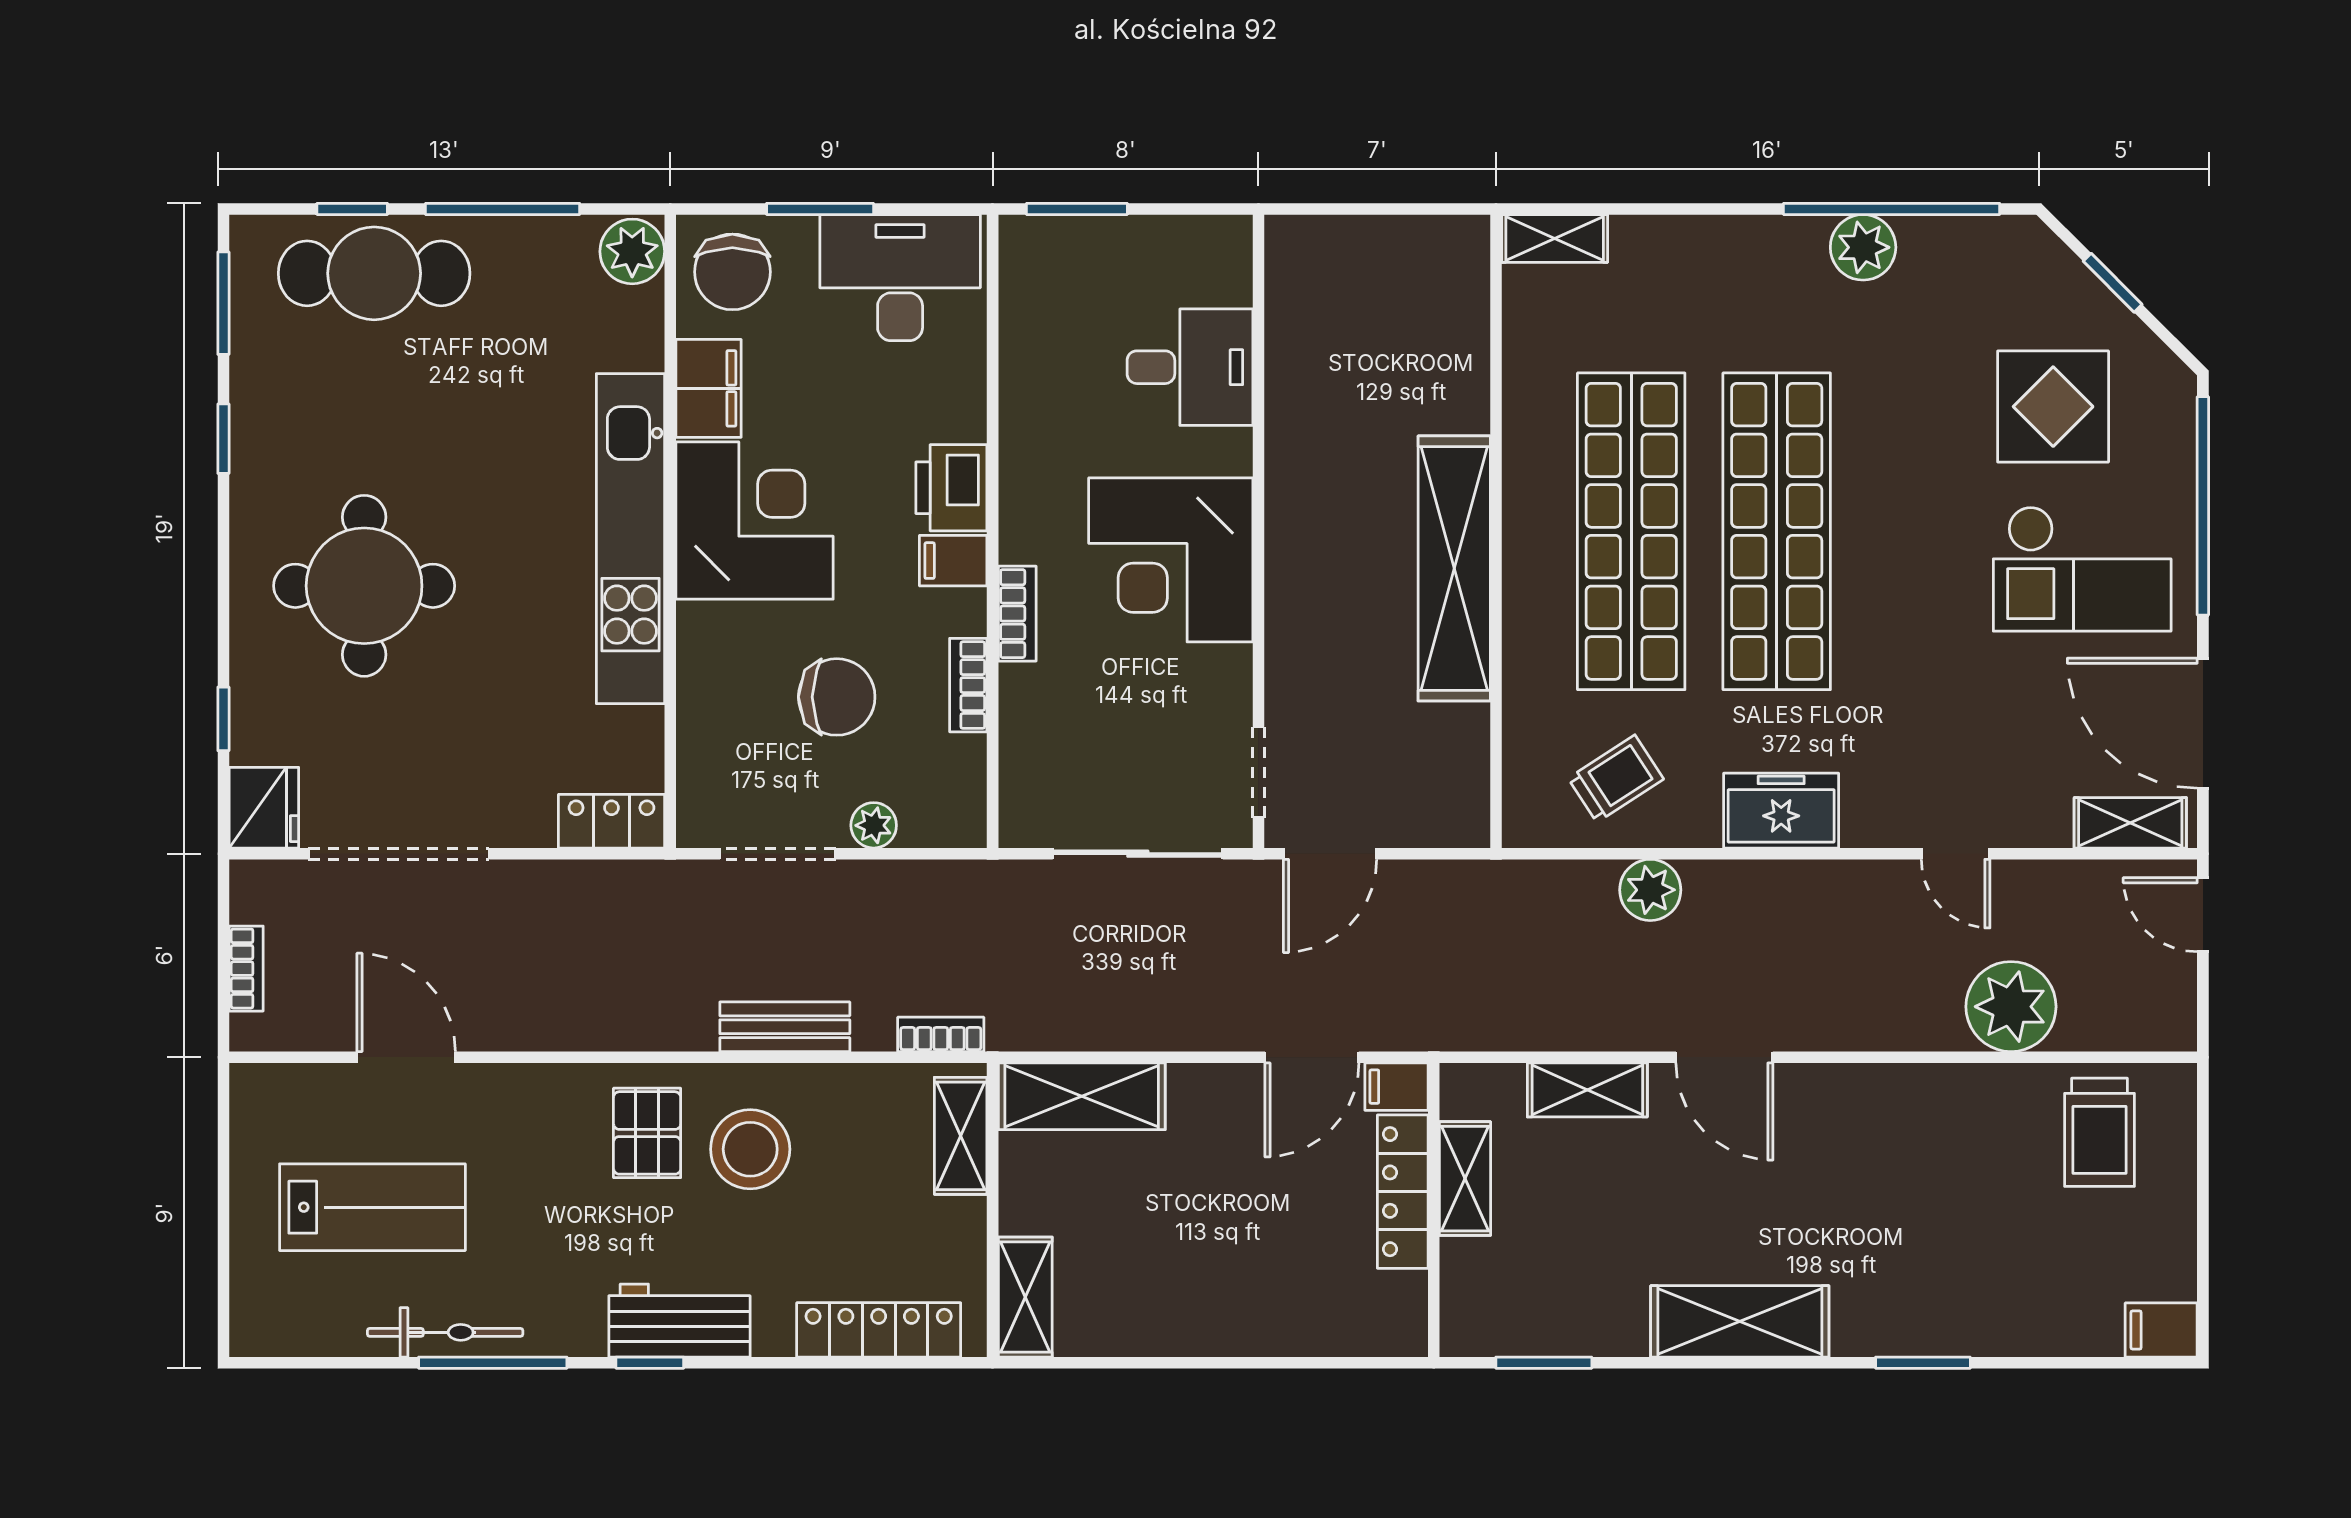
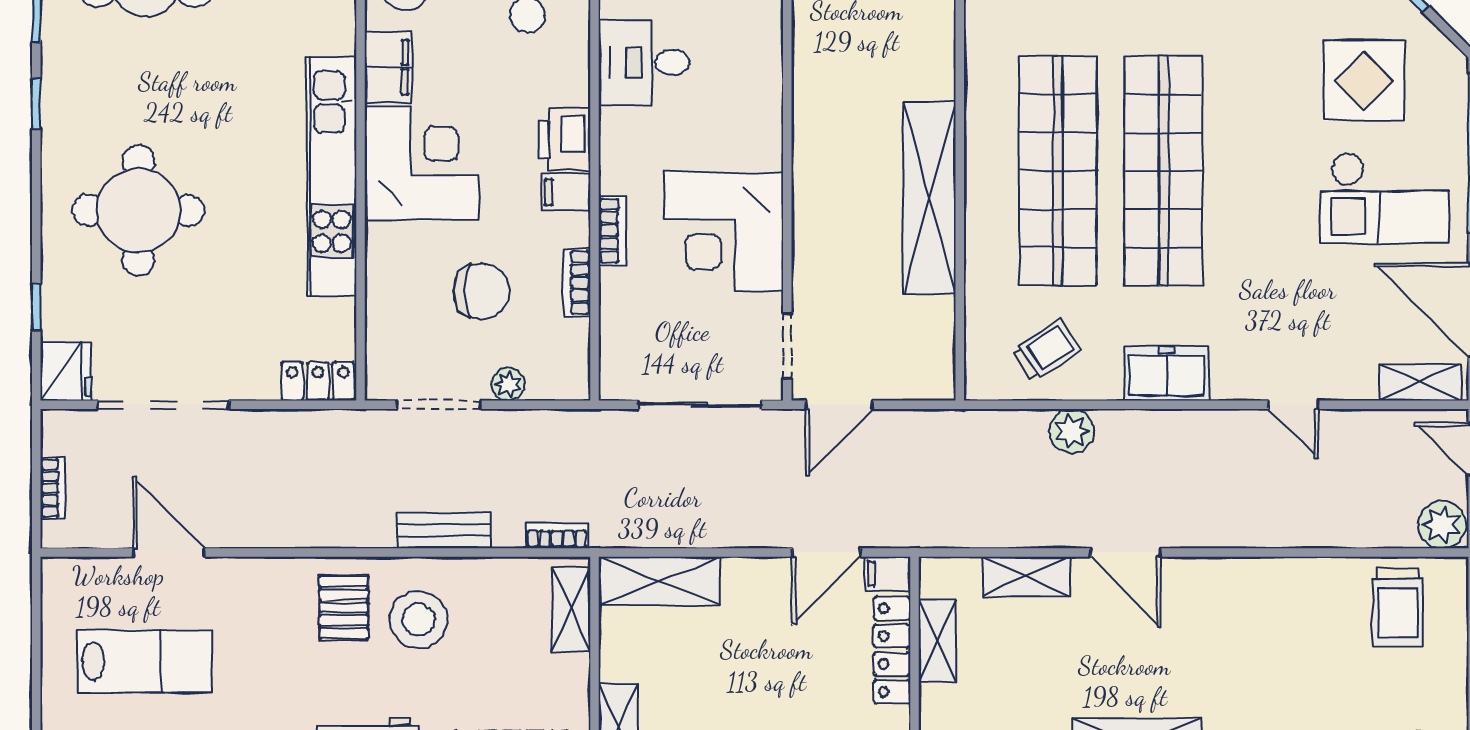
desk: (1190, 367) -> (644, 62), moved, turned 180
corner desk: (1171, 560) -> (724, 232), moved
plant: (2011, 1007) -> (1442, 524), moved, width x0.73, depth x0.73

